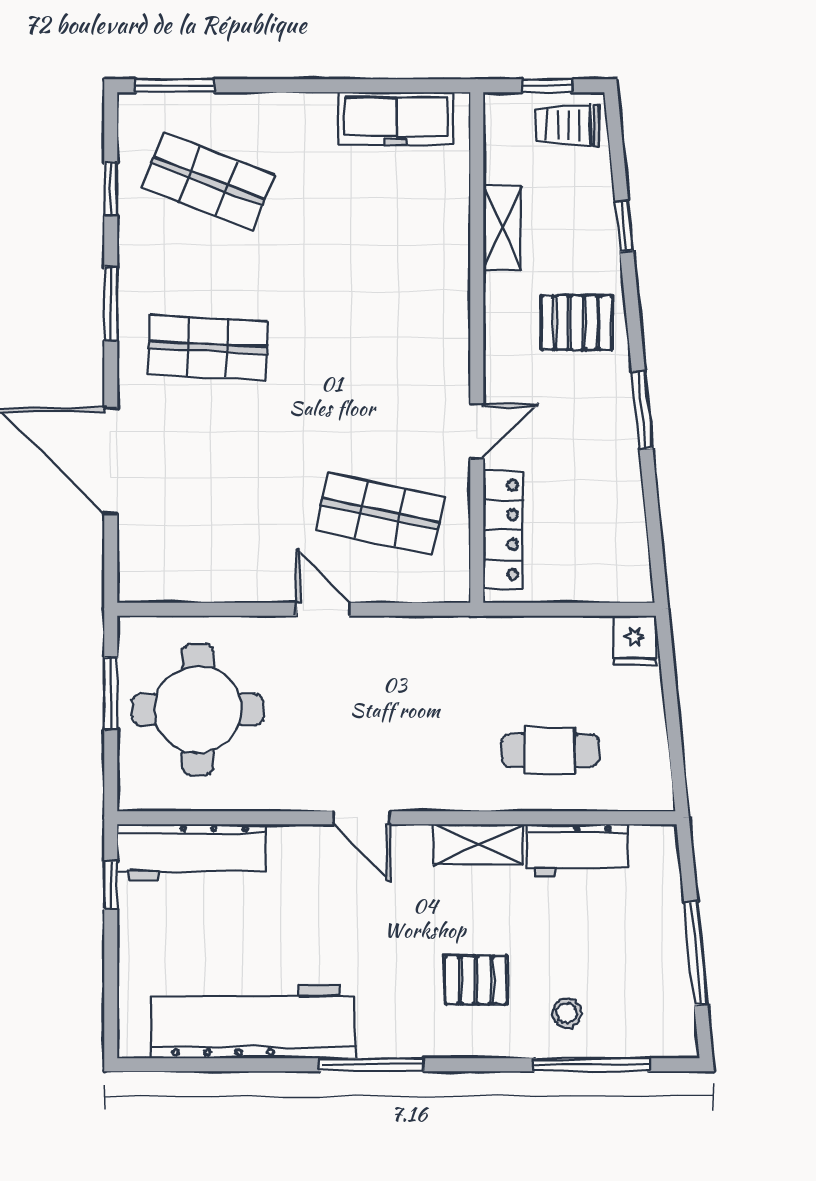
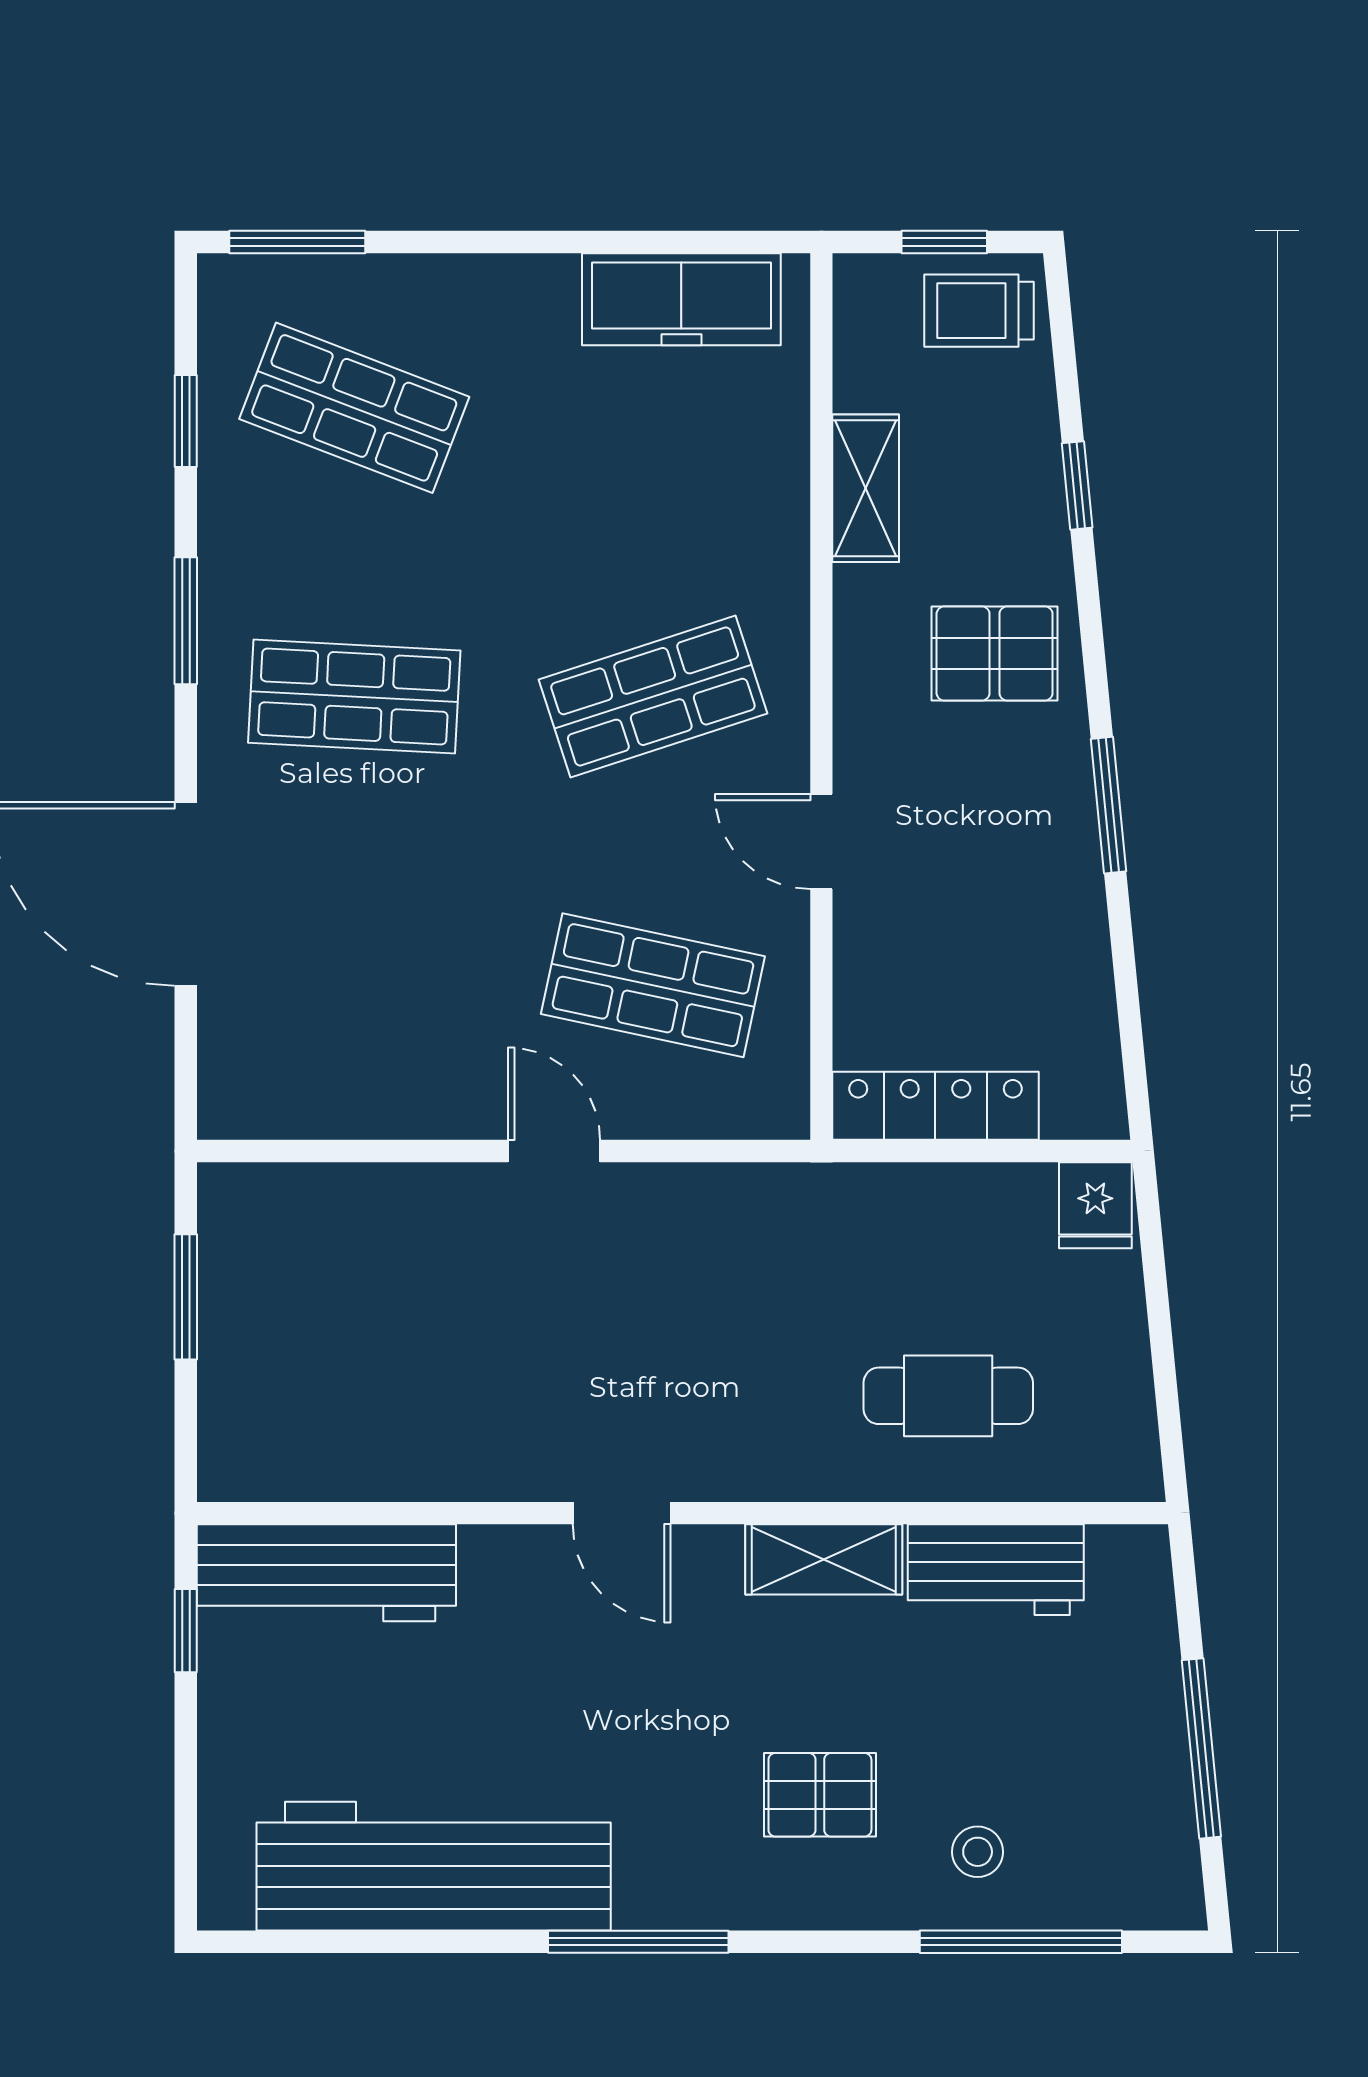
shop shelf: (380, 348) -> (653, 697), added
door: (477, 431) -> (821, 841), swing flipped
locker: (503, 530) -> (935, 1106), moved, turned -90
round table: (198, 709) -> (337, 1325), removed

